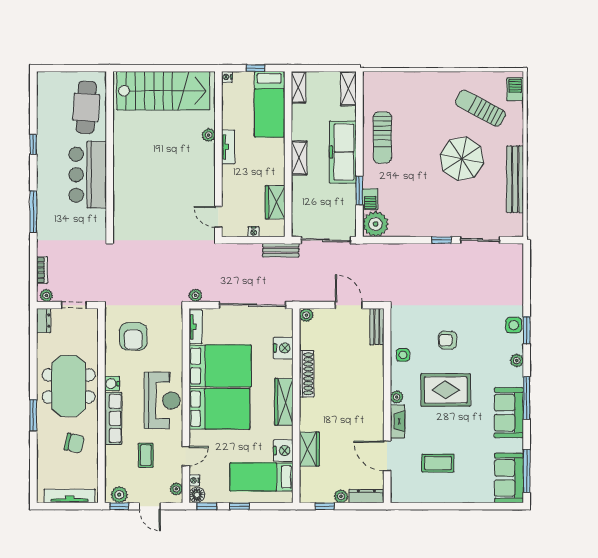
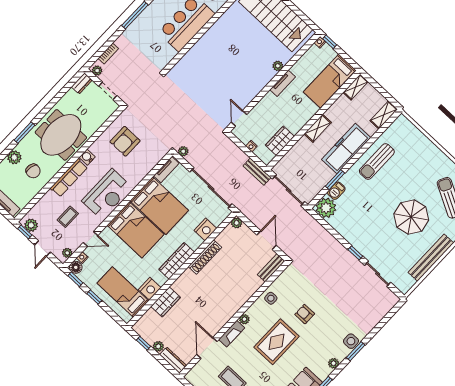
window: (255, 68) -> (330, 42), moved
rug: (446, 390) -> (276, 342), turned 90
plant: (45, 447) -> (14, 157), added

